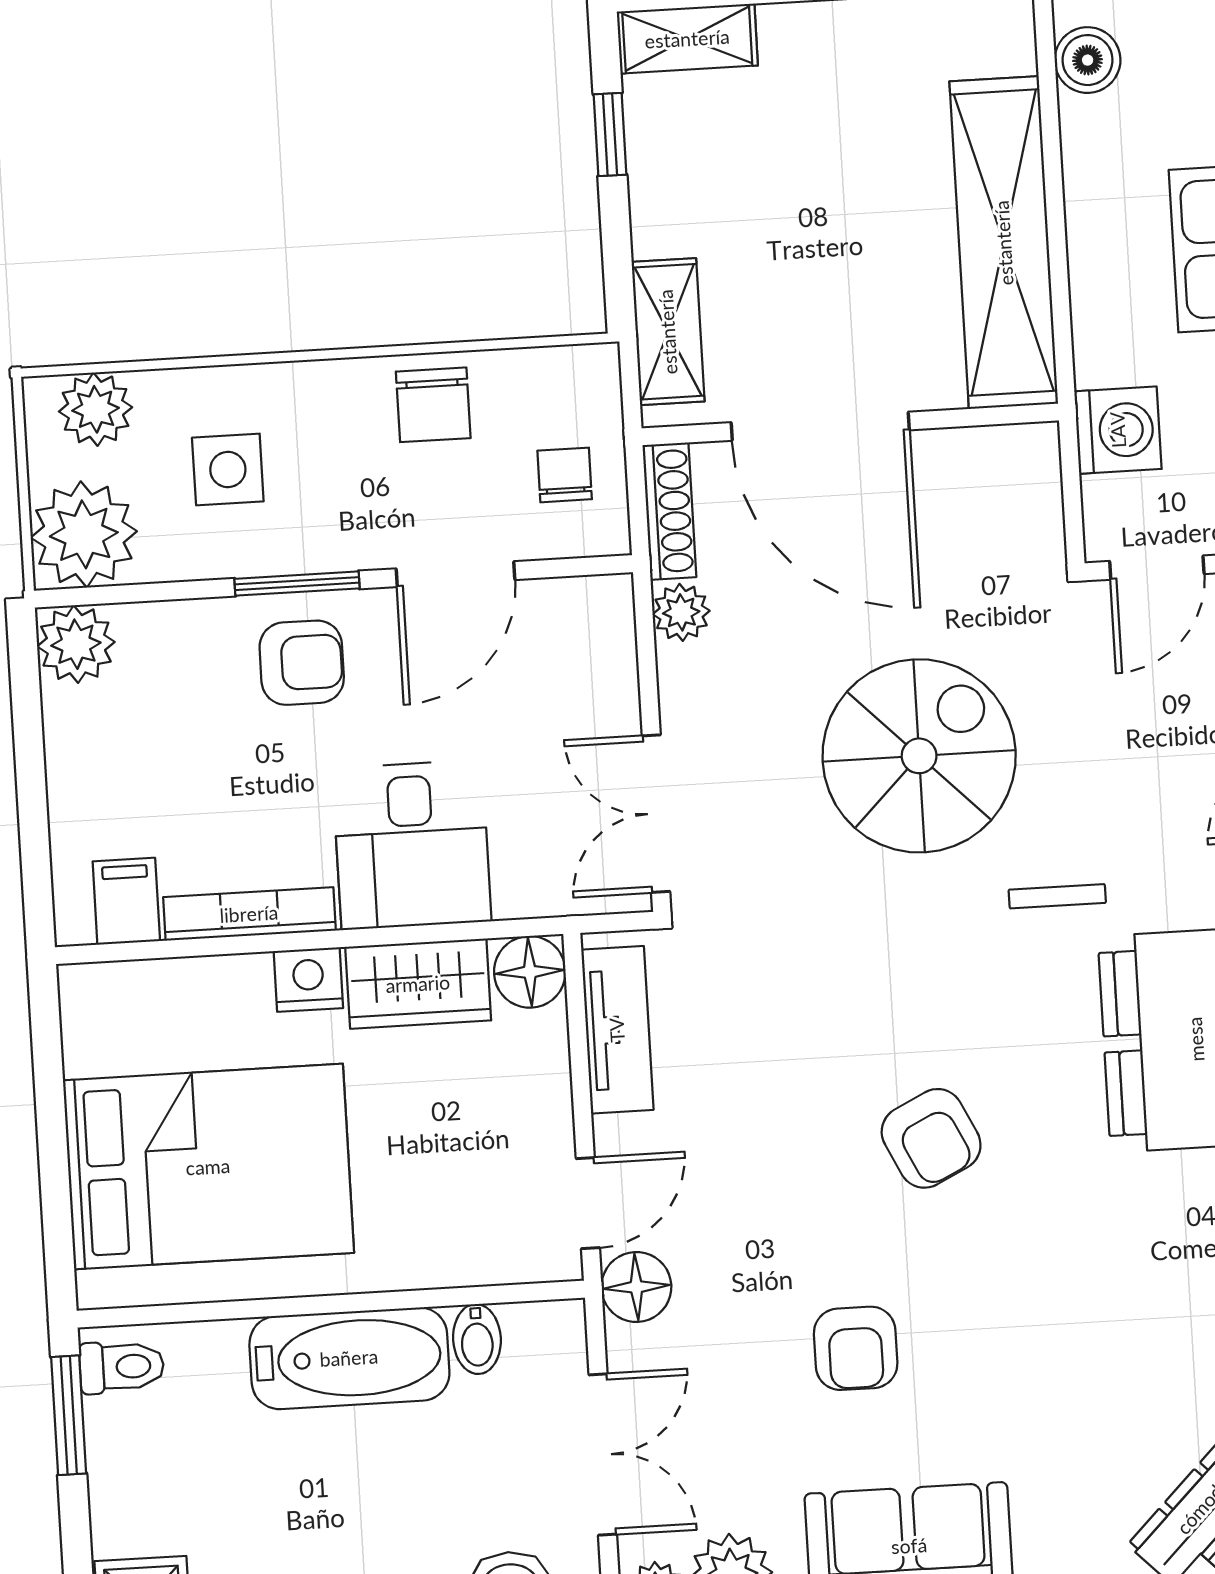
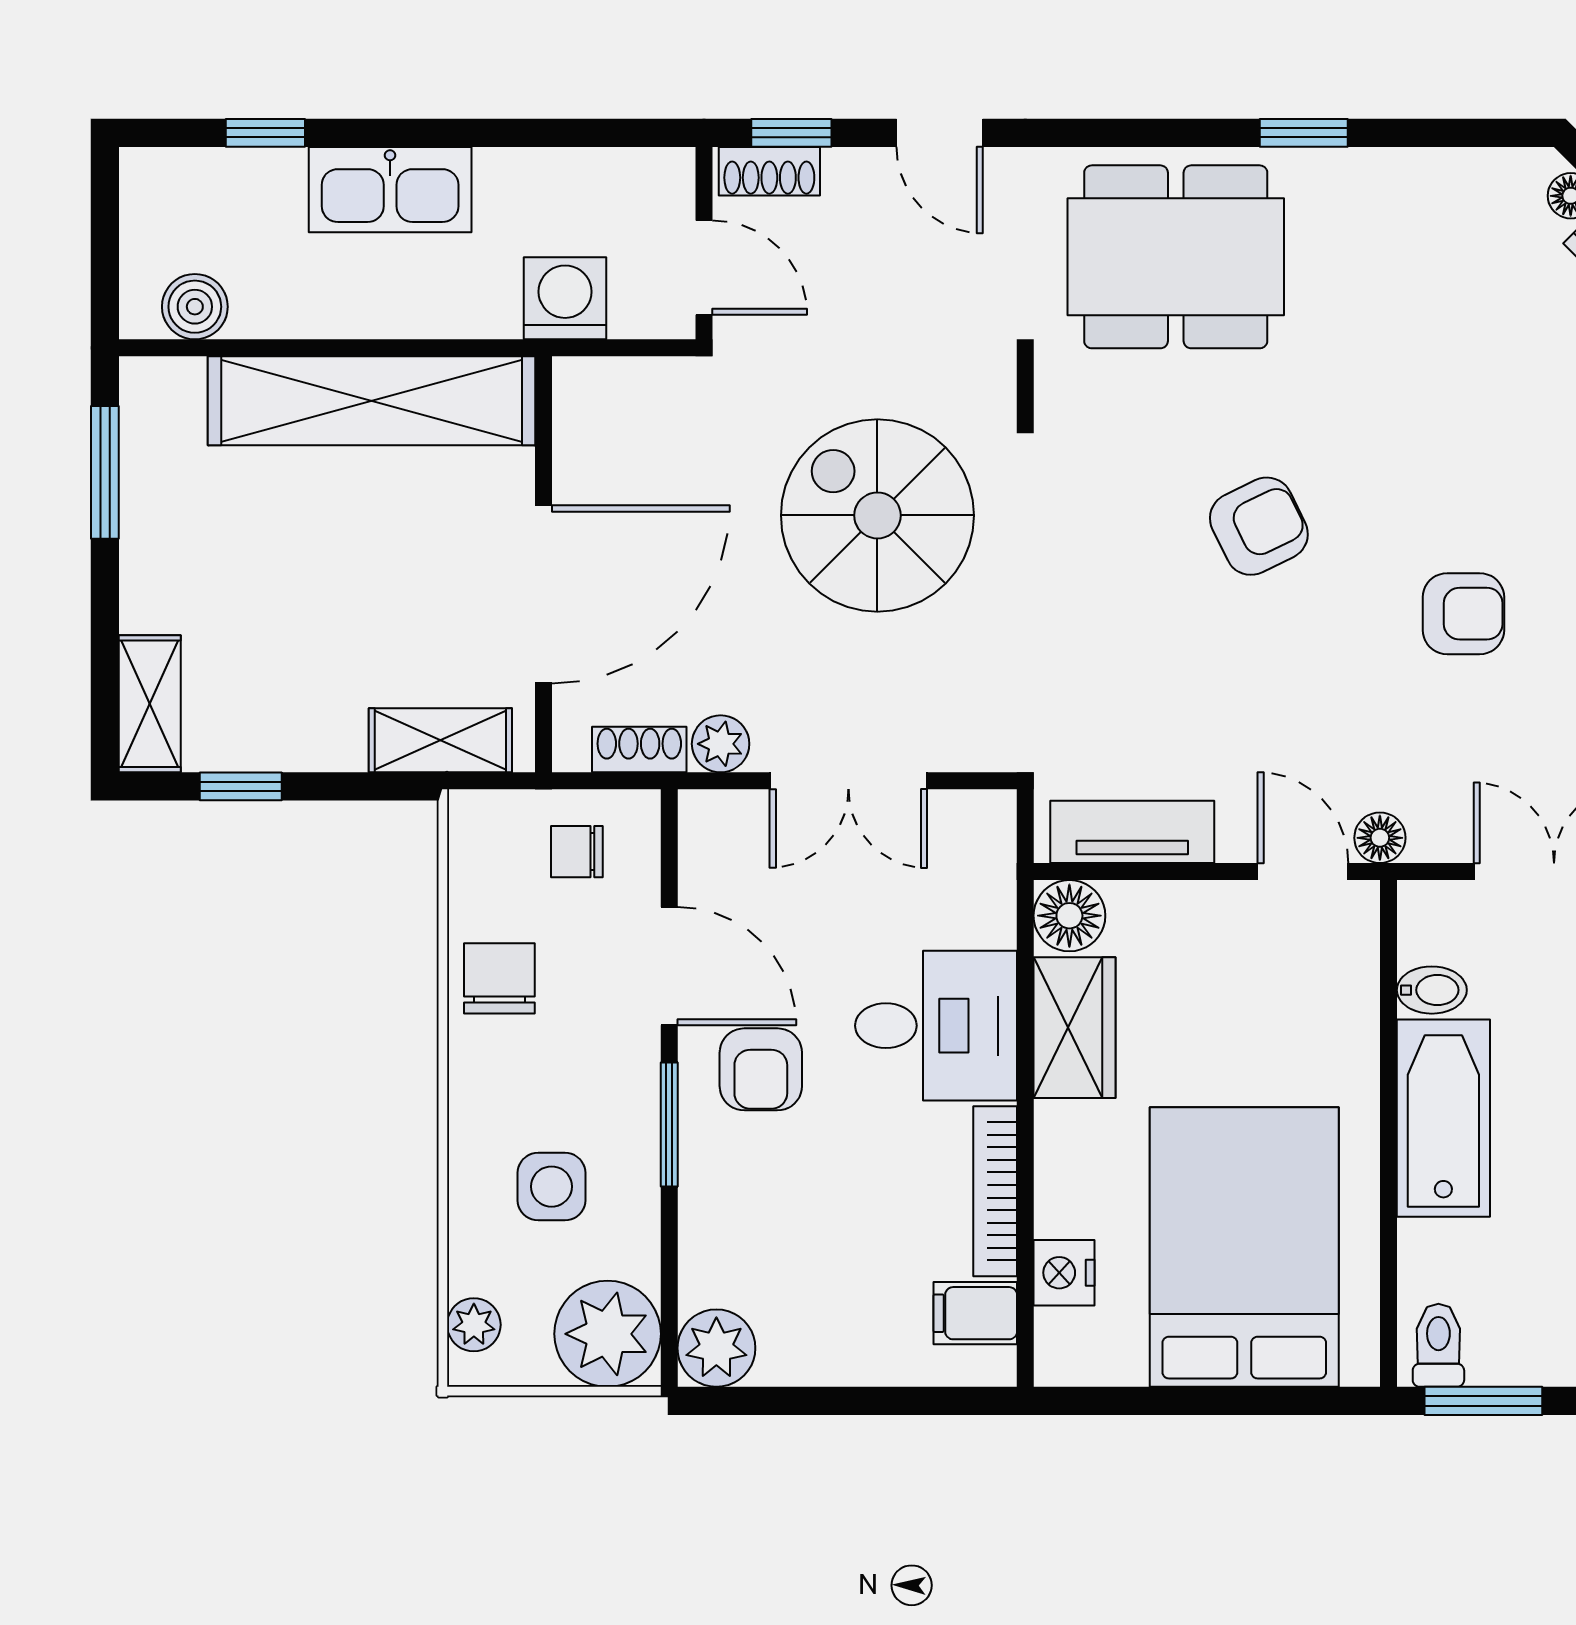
chair: (433, 405) -> (499, 978), turned -90
plant: (96, 409) -> (474, 1325), width x0.73, depth x0.73
shoe rack: (669, 511) -> (639, 750), width x0.70
armchair: (302, 663) -> (761, 1069), moved, turned 180
double door: (656, 814) -> (848, 781), moved
nightstand: (308, 980) -> (1064, 1273), moved
floor lamp: (636, 1287) -> (1380, 838), width x0.73, depth x0.73

